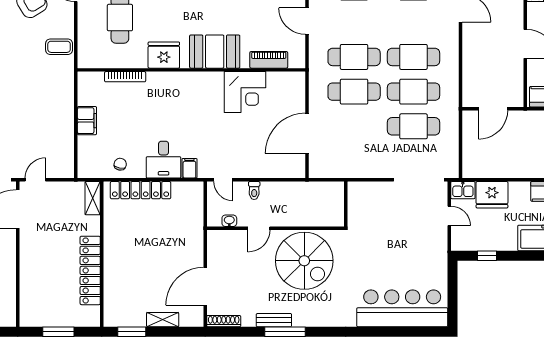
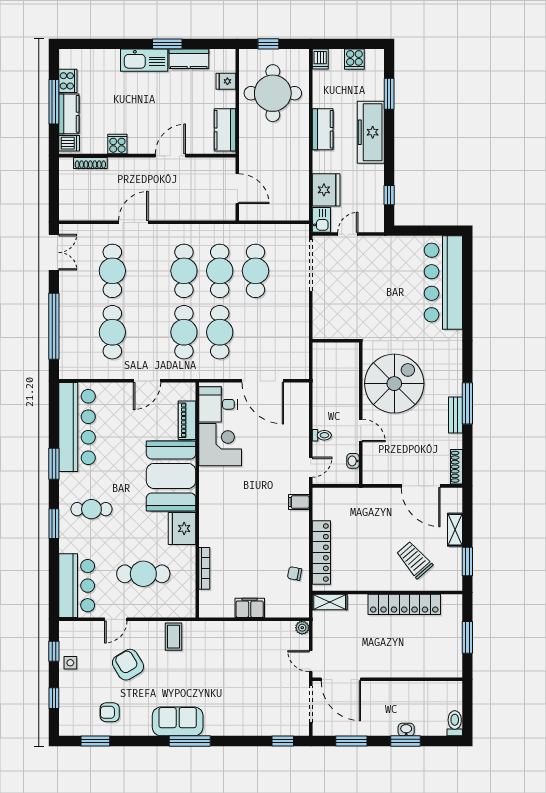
booth: (215, 52) -> (171, 476), width x1.36, depth x1.42
desk: (164, 160) -> (218, 404), moved, turned 180
plant: (68, 172) -> (302, 628), added
trolley: (134, 280) -> (414, 560), added

